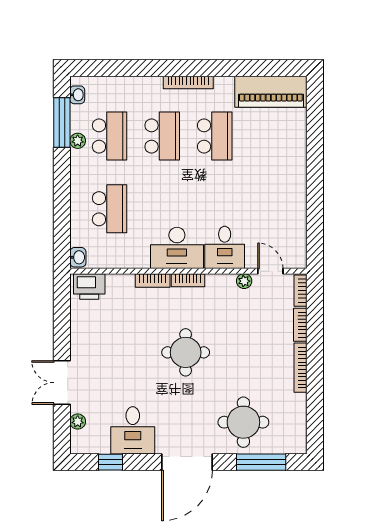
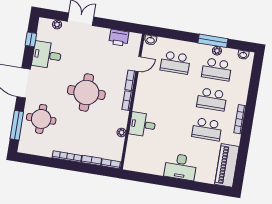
window: (62, 123) -> (213, 41), moved
desk: (177, 248) -> (181, 167), moved, turned -90
door: (270, 271) -> (139, 64), moved
printer: (89, 286) -> (119, 38), moved, turned -90
round table: (186, 352) -> (86, 93), width x1.36, depth x1.36

